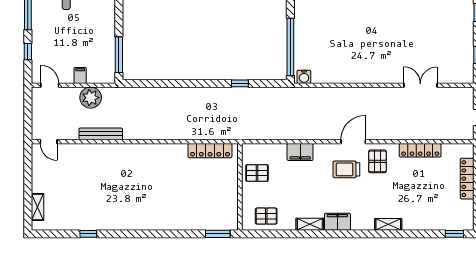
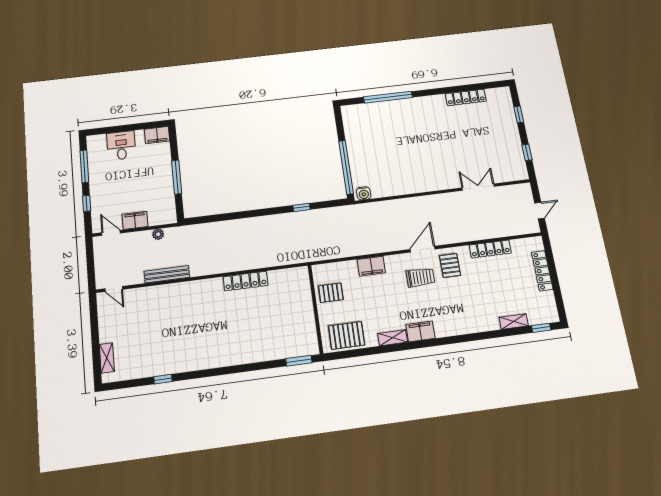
window: (119, 55) -> (177, 177), moved
filing cabinet: (80, 75) -> (135, 220), width x2.00
plant: (91, 98) -> (158, 234), width x0.53, depth x0.53
locker: (210, 151) -> (246, 281), moved
trolley: (346, 169) -> (420, 277), turned 180
pallet: (266, 216) -> (347, 335), width x1.50, depth x1.42
shelving: (388, 224) -> (514, 322), moved

